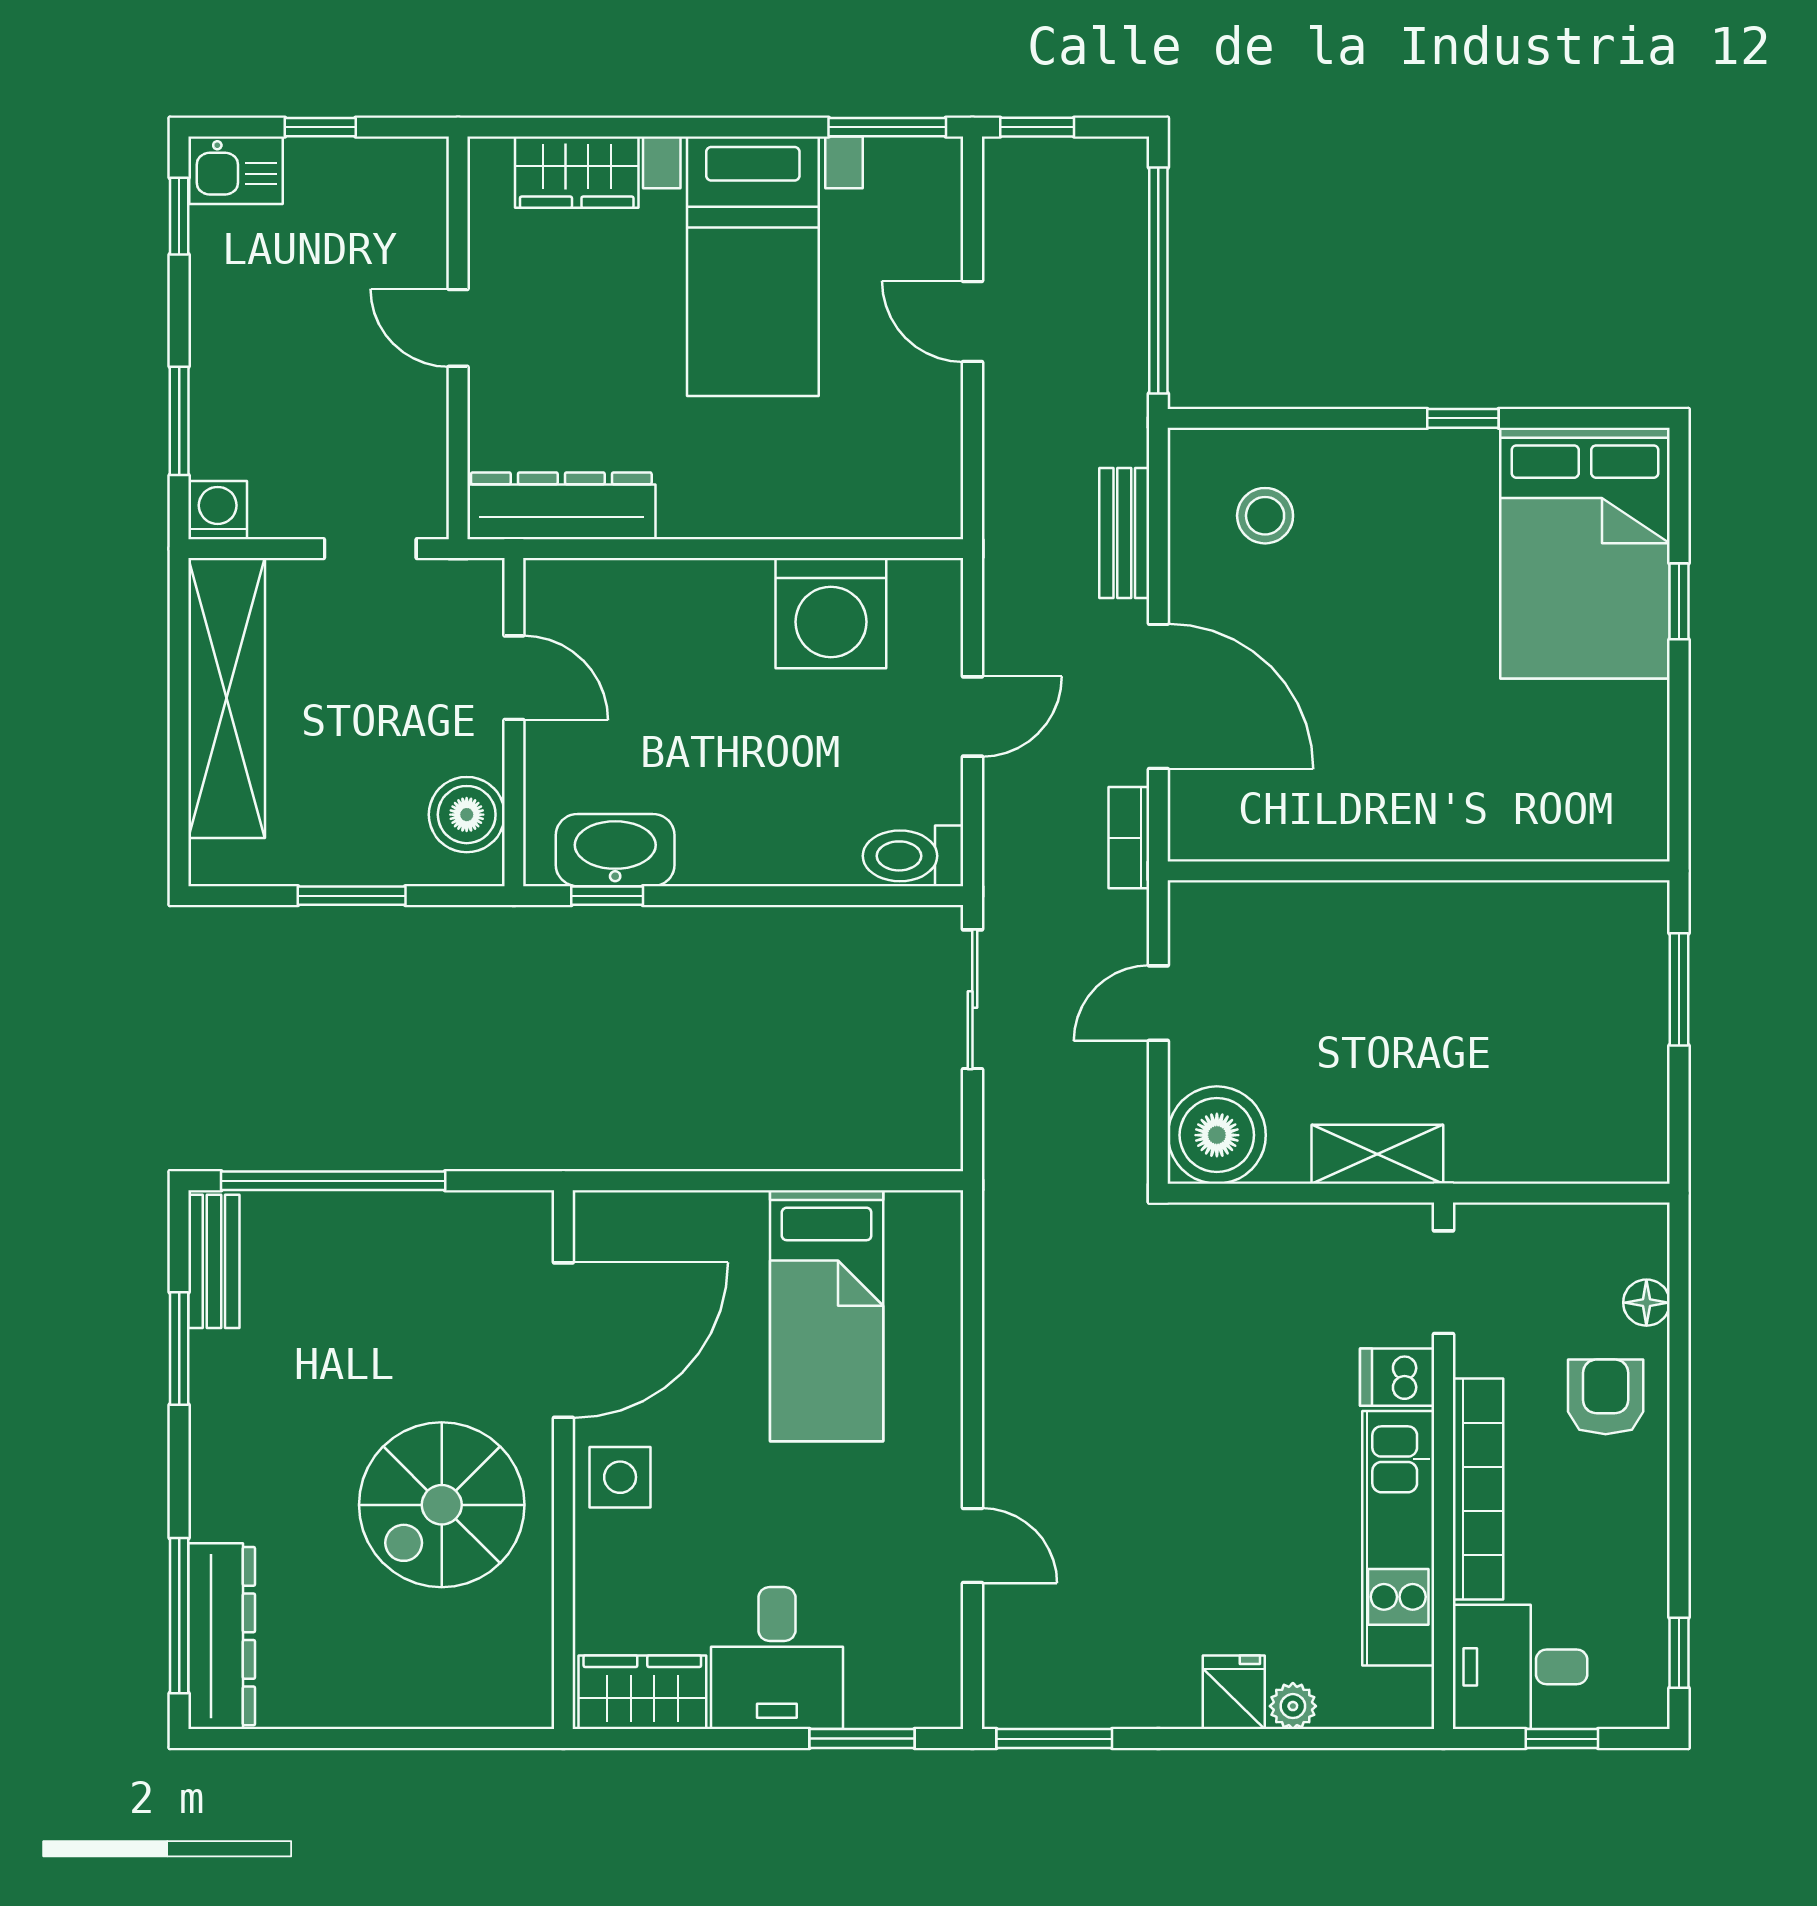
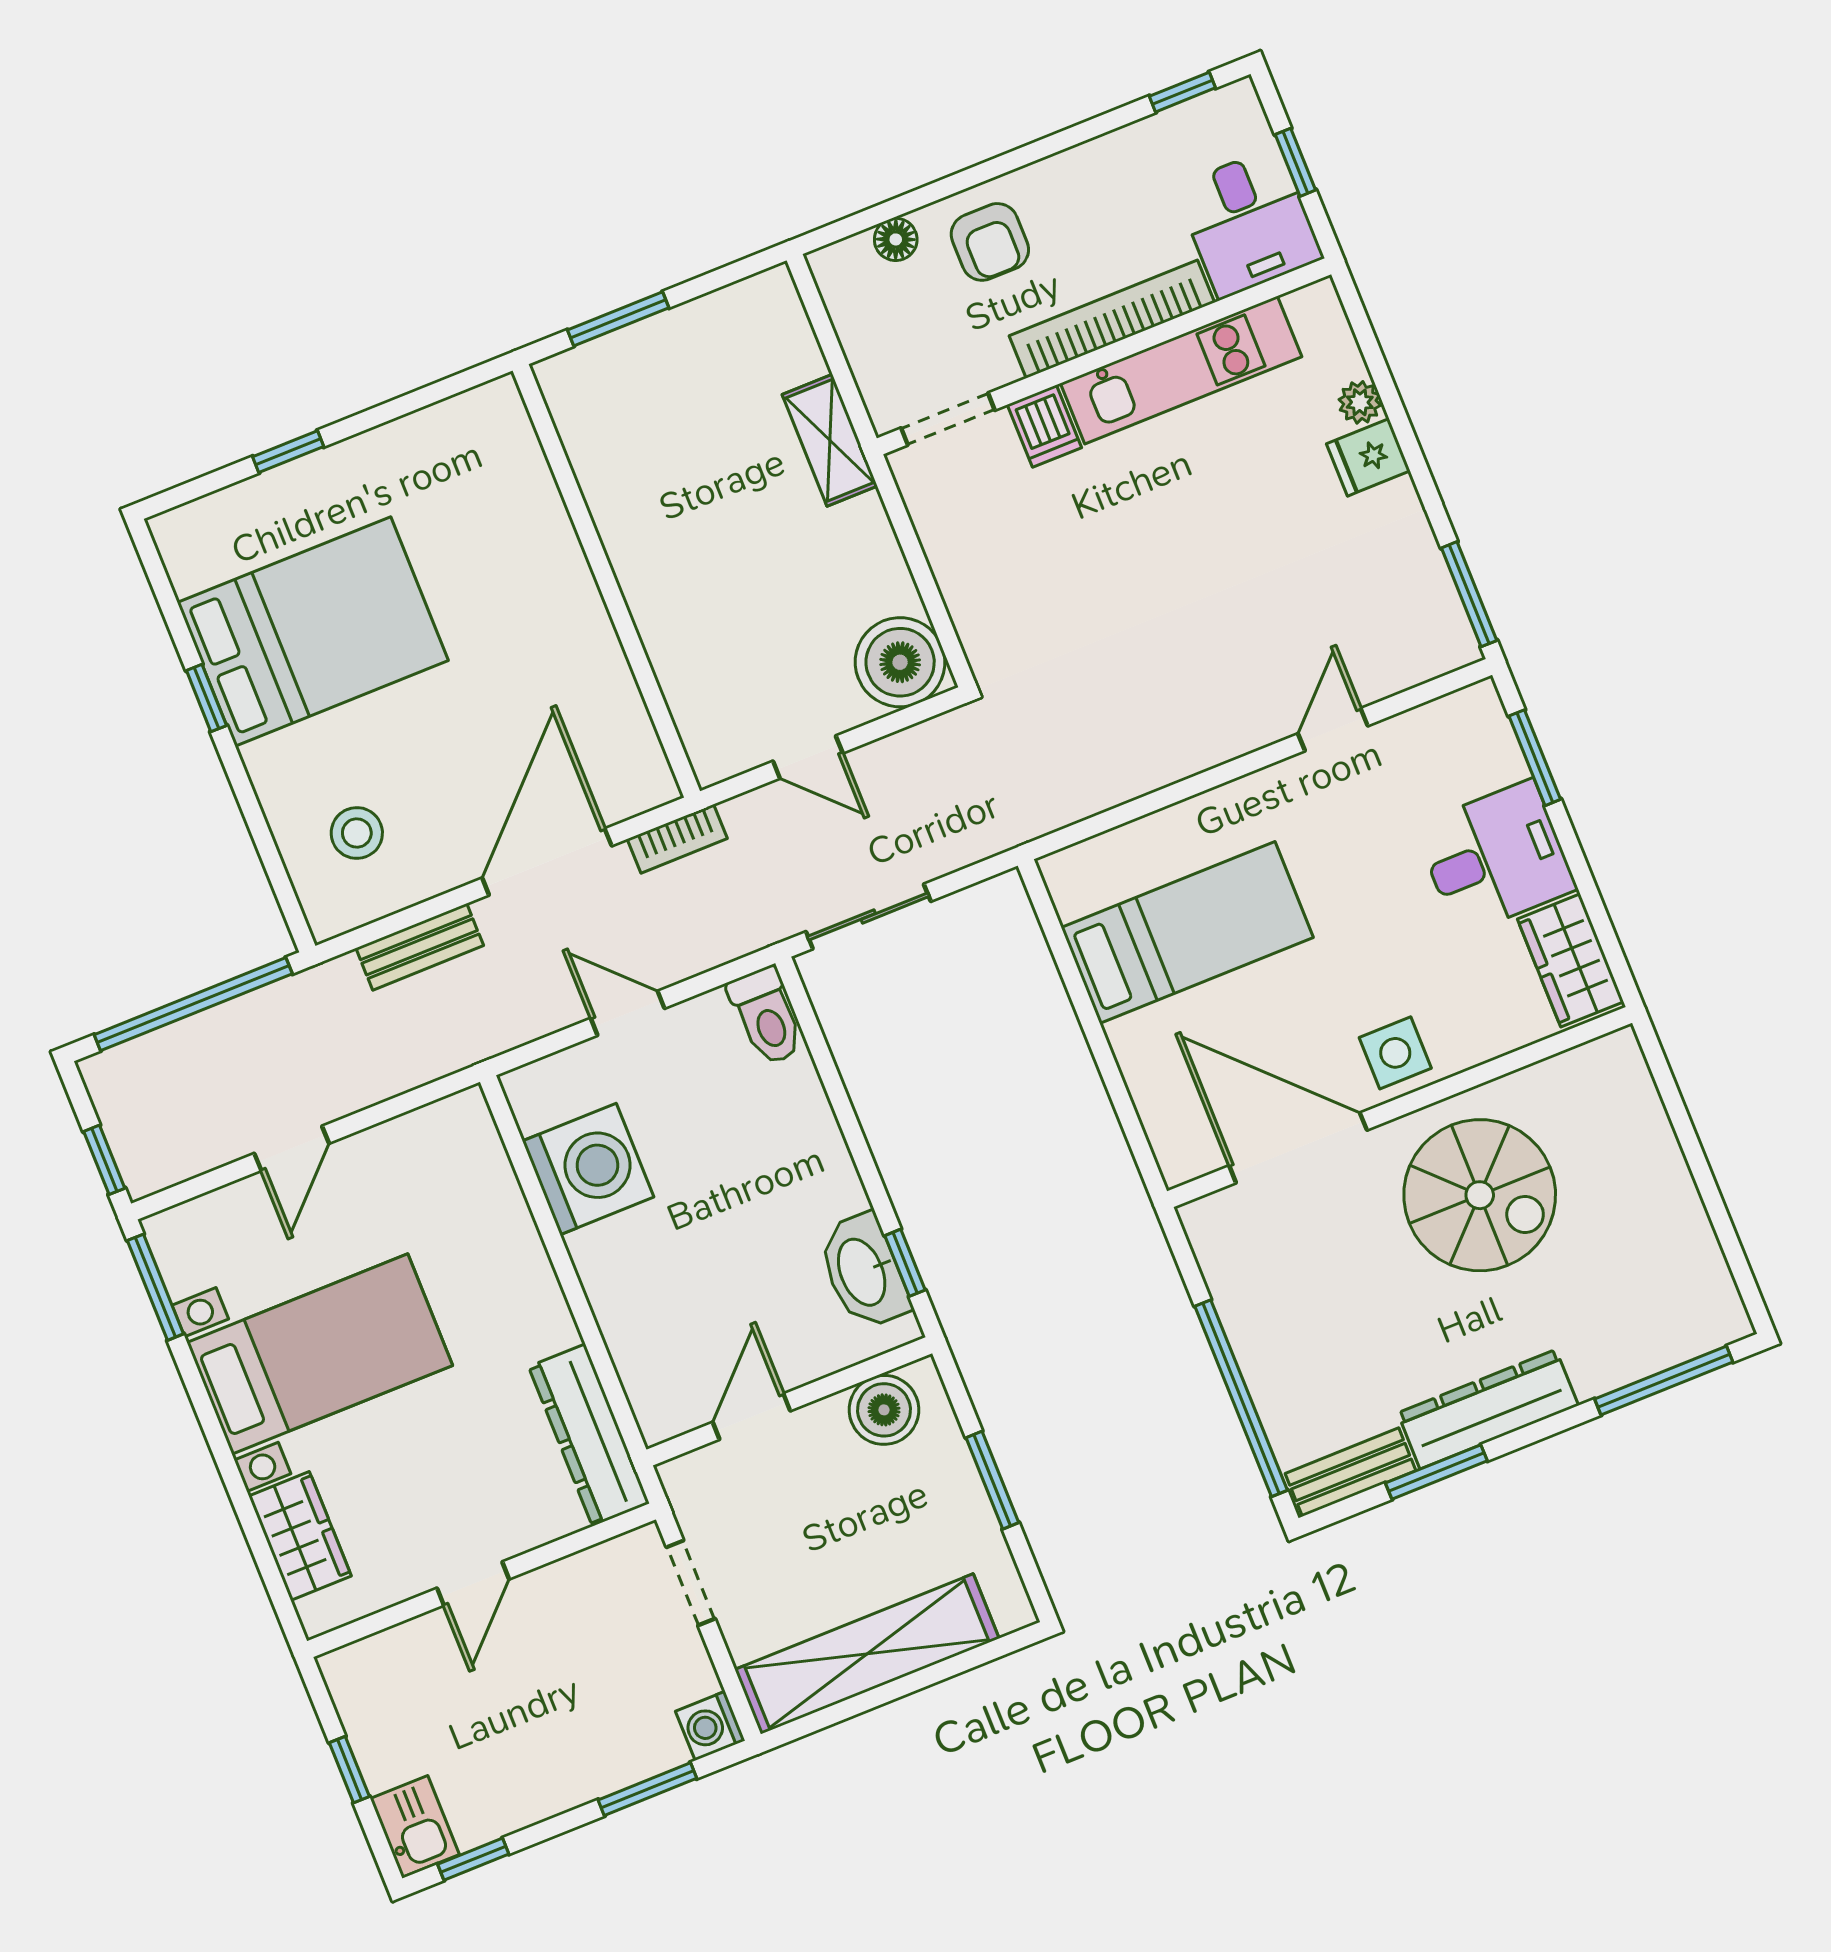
bed: (1585, 553) -> (313, 631), moved
shelving: (1377, 1154) -> (830, 440), moved
armchair: (1606, 1397) -> (990, 242), turned -90
dresser: (222, 1636) -> (1488, 1409), moved

